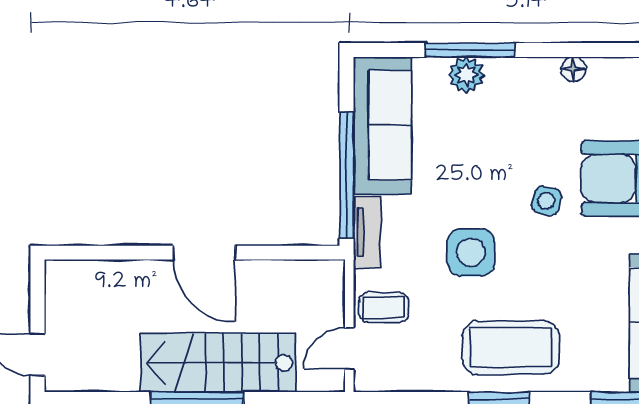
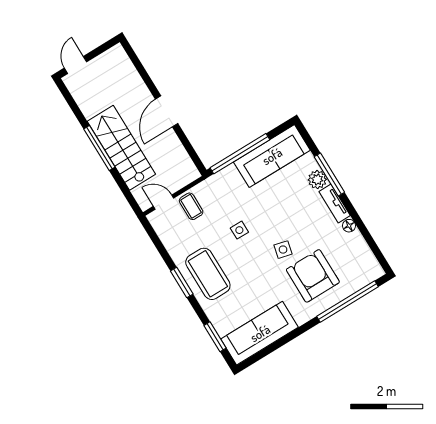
tv unit: (367, 232) -> (335, 203), moved, turned 90
side table: (471, 253) -> (239, 230), width x0.54, depth x0.54

